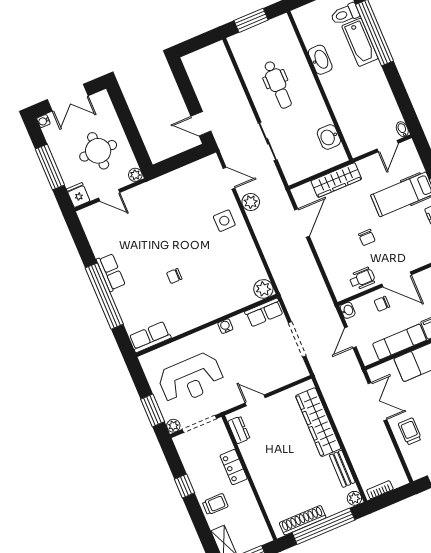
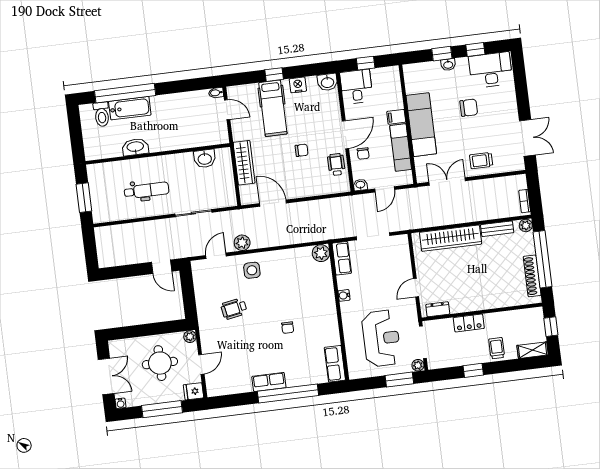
door: (201, 124) -> (162, 267), hinge flipped
wheelchair: (178, 213) -> (234, 309), added
door: (350, 337) -> (385, 189), hinge flipped

